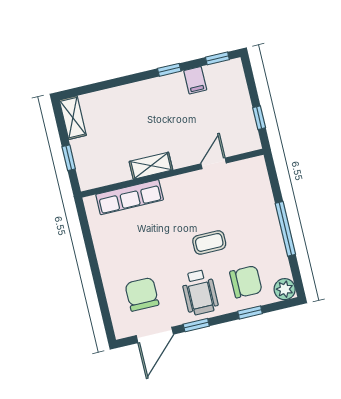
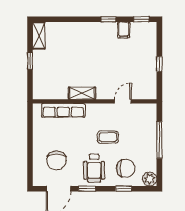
door: (214, 163) -> (123, 101), moved
shelving: (151, 166) -> (82, 93), moved
wall: (172, 173) -> (95, 101), moved
row of seats: (130, 197) -> (63, 110), moved
chair: (142, 294) -> (56, 160), turned 180

